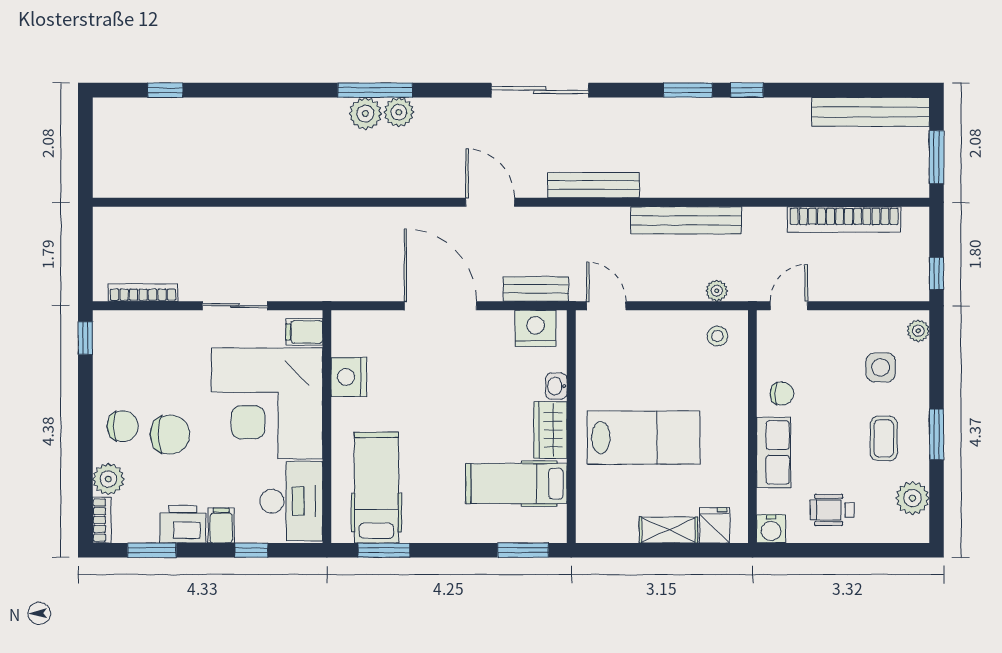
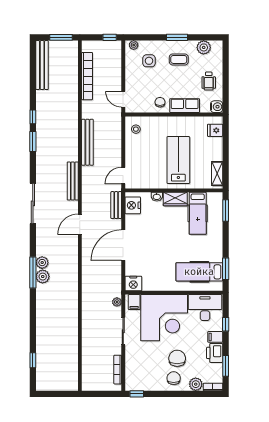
plant: (717, 291) -> (117, 302), moved
nightstand: (349, 377) -> (133, 283), moved
shelving: (668, 530) -> (217, 174), moved

